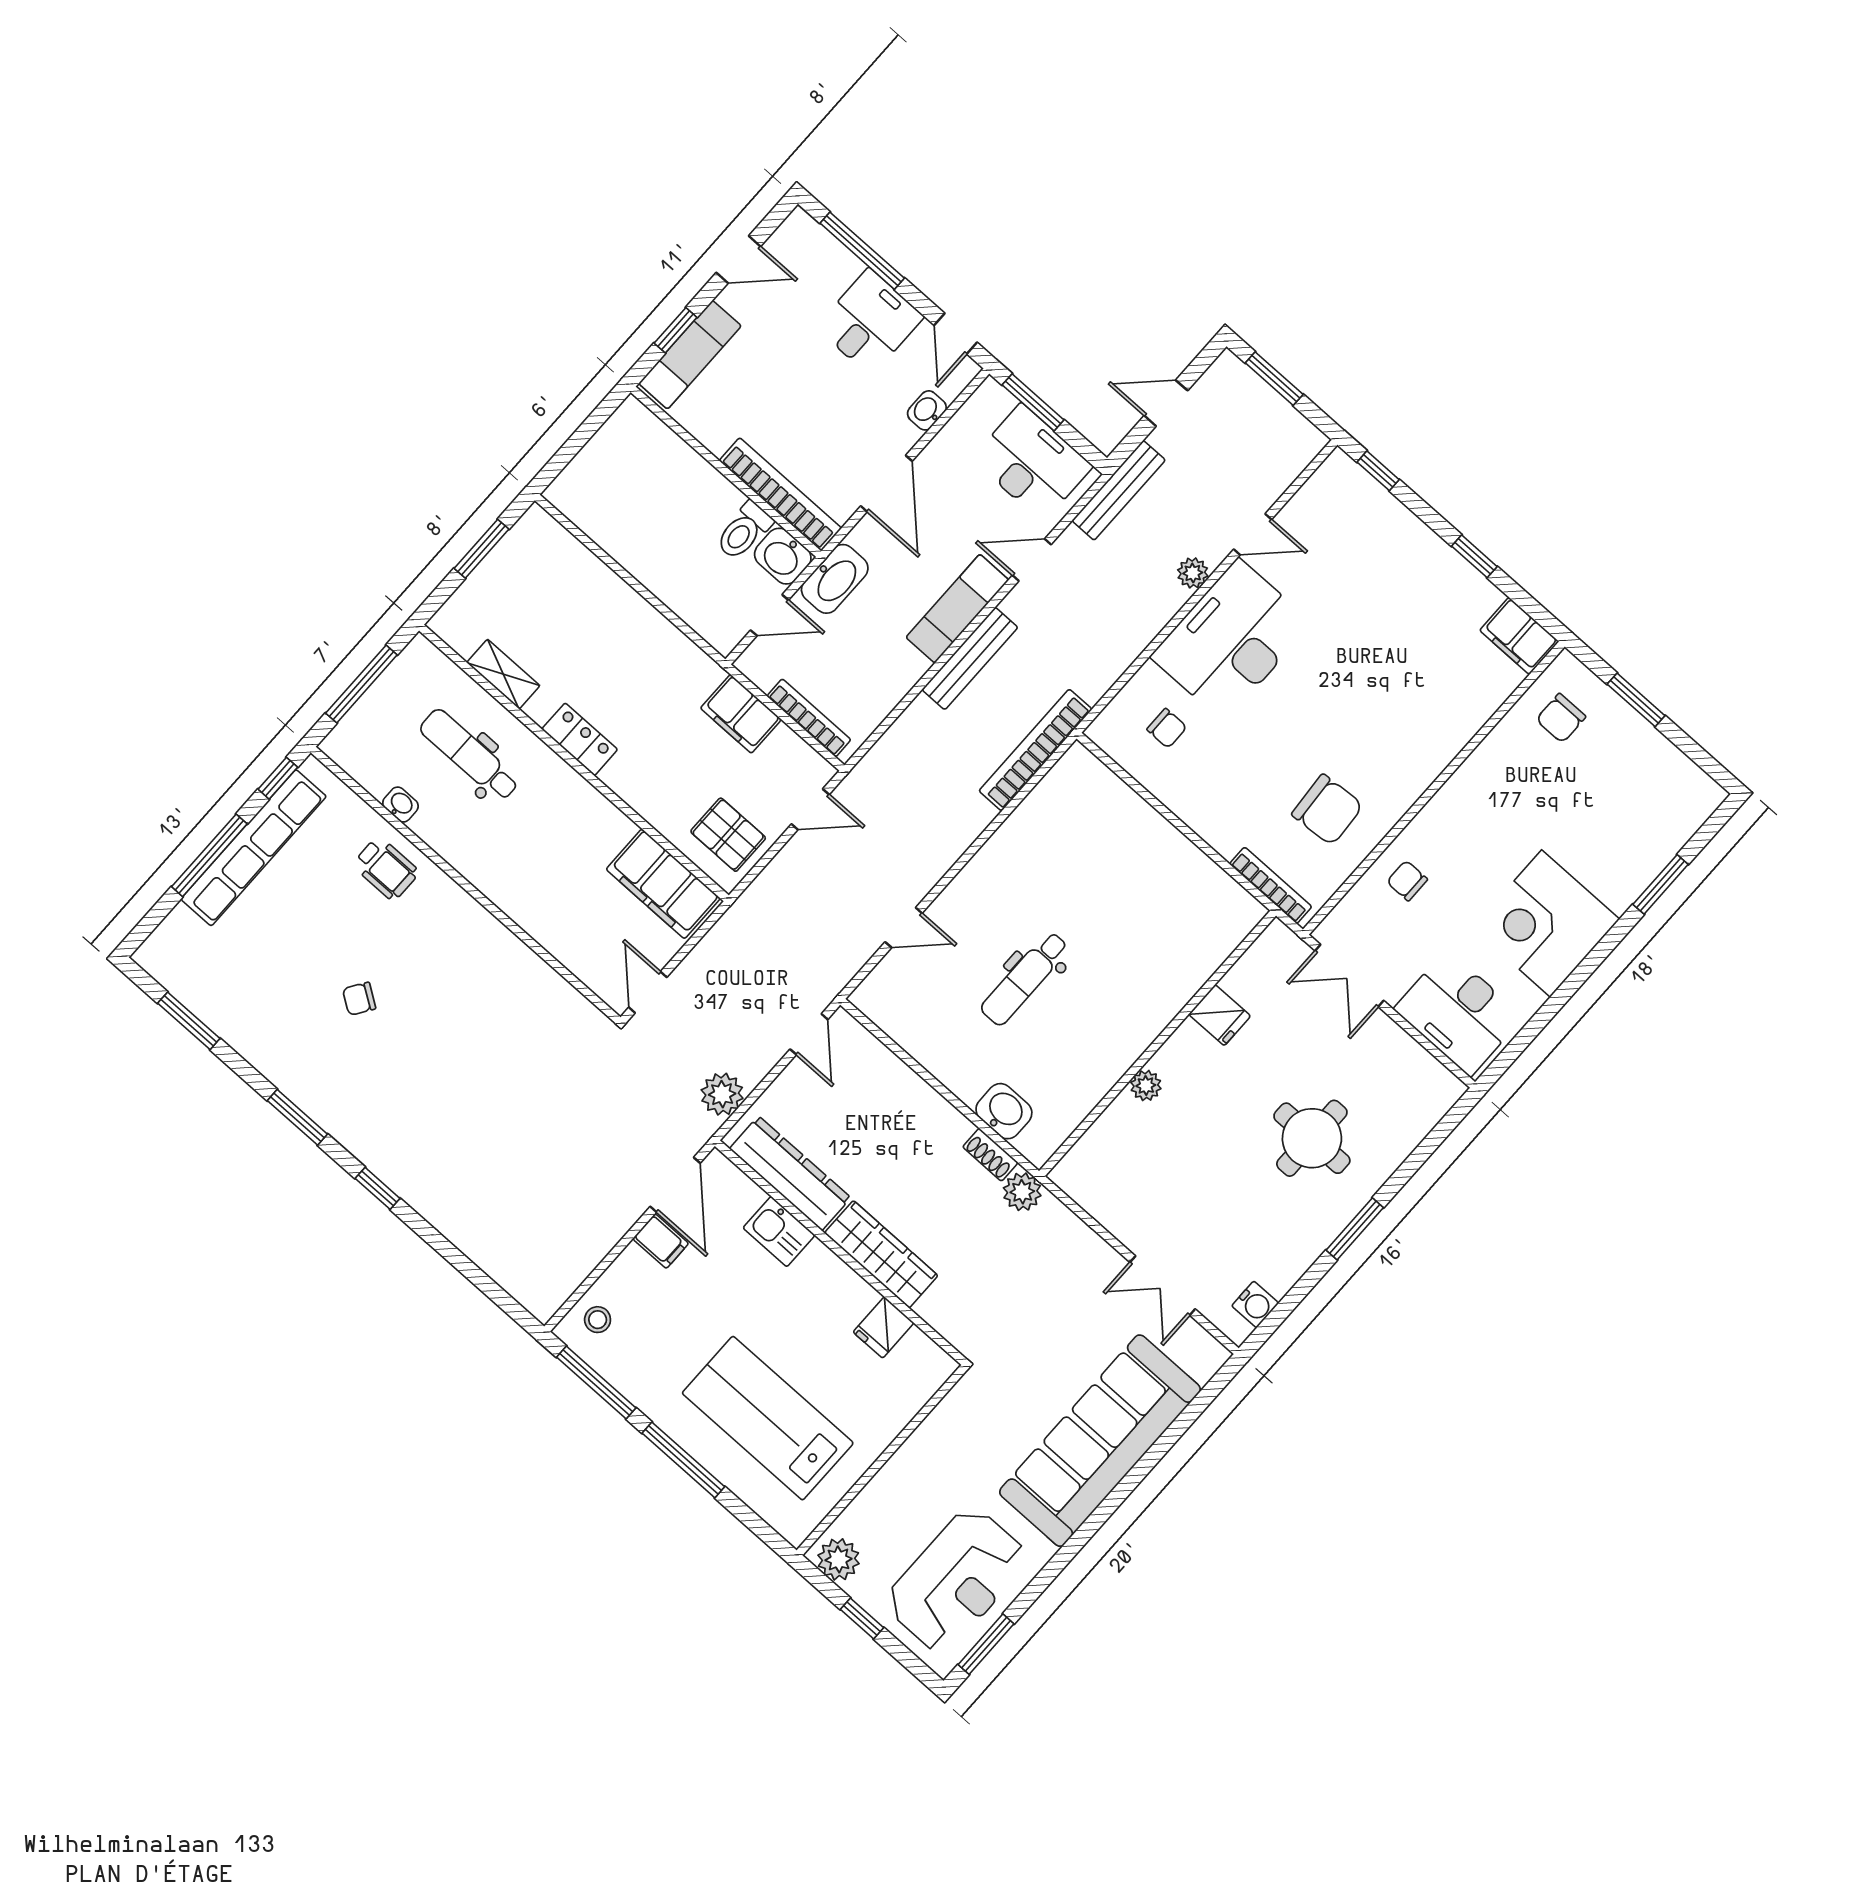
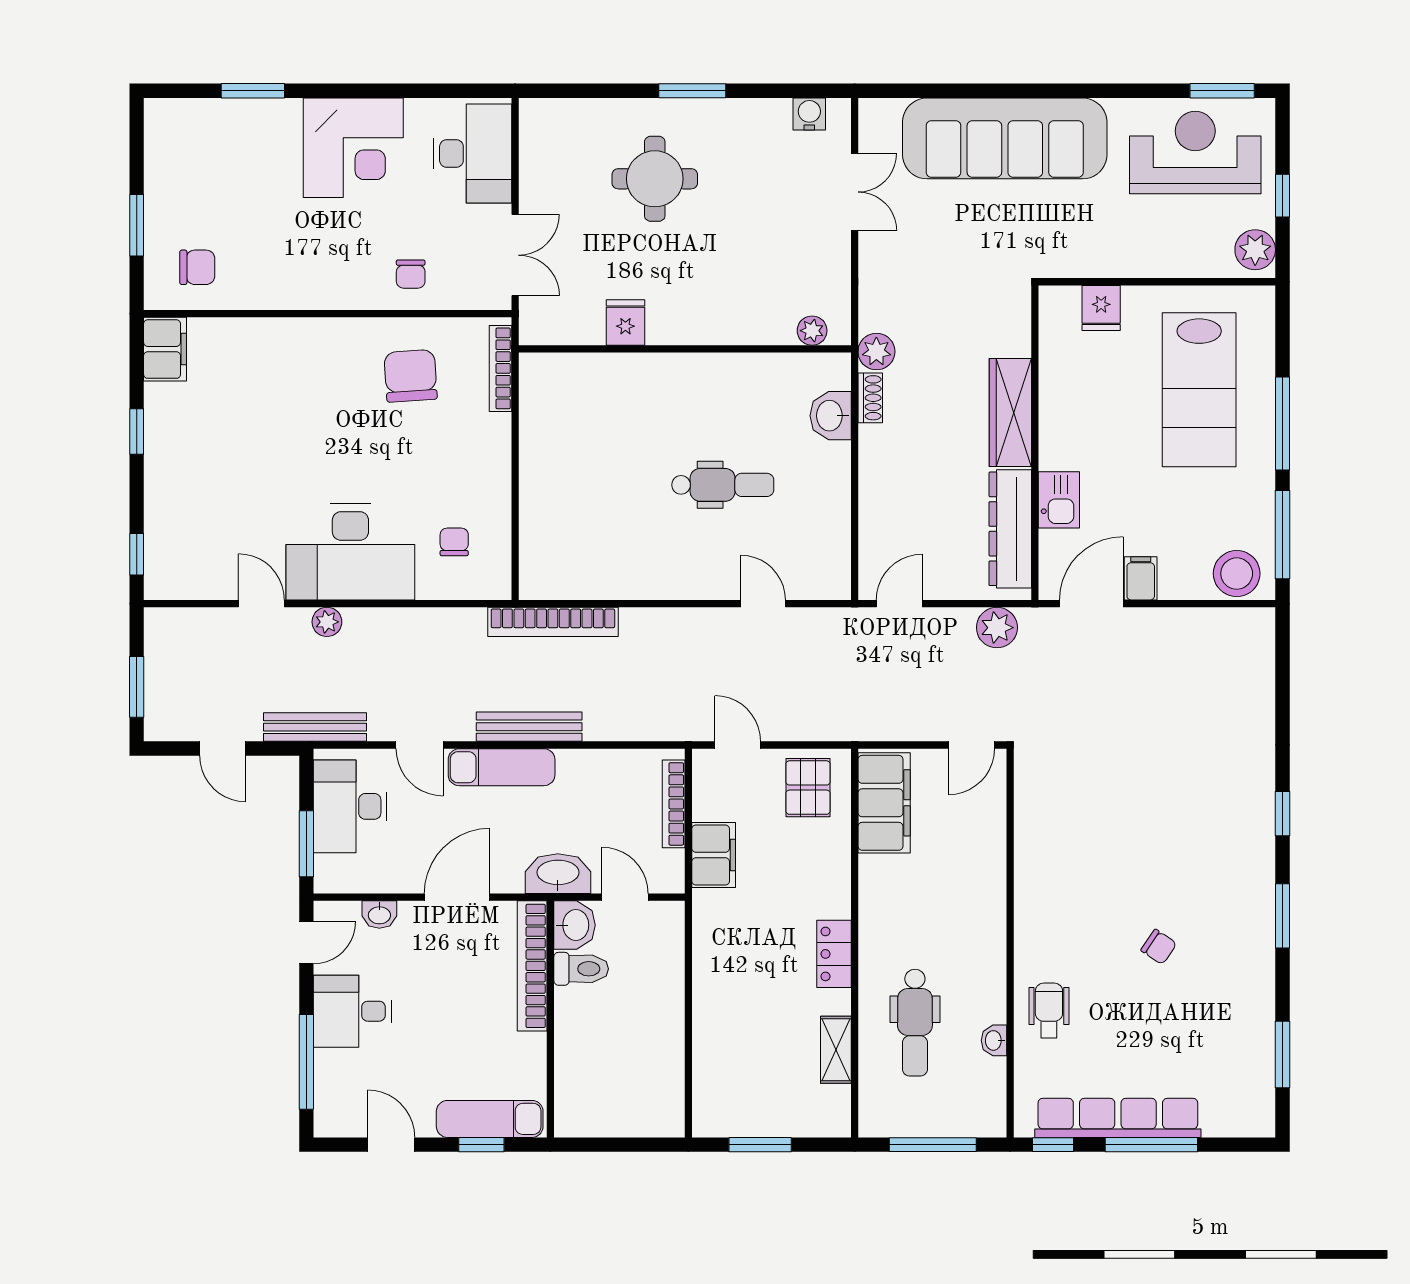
plant: (1146, 1086) -> (812, 331), moved
stool: (598, 1320) -> (1237, 574), width x1.89, depth x1.89
fridge: (884, 1327) -> (1101, 308), moved, turned 90

